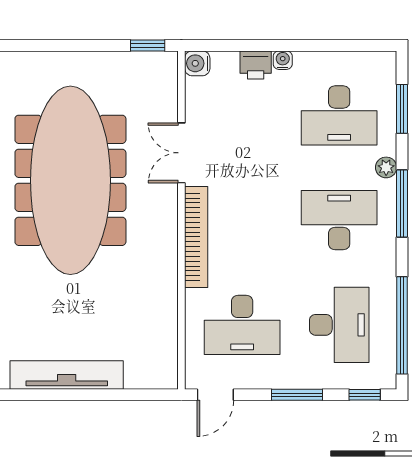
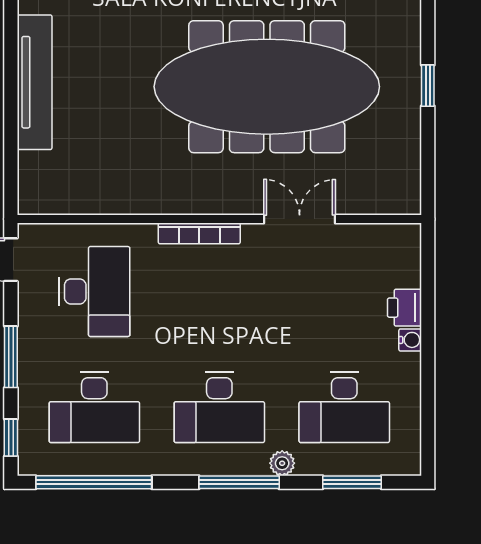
window: (148, 45) -> (428, 86), moved
water cooler: (197, 63) -> (406, 238), removed
desk: (339, 115) -> (344, 407), turned -90
desk: (339, 220) -> (219, 407), turned 90
bookcase: (196, 237) -> (199, 233), width x0.68, depth x0.76
desk: (242, 325) -> (94, 291), turned 180

